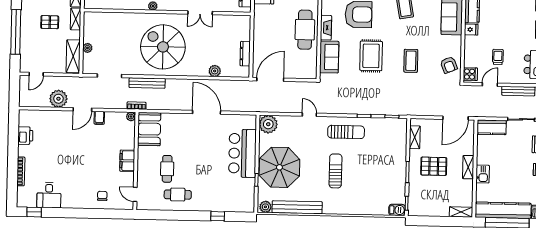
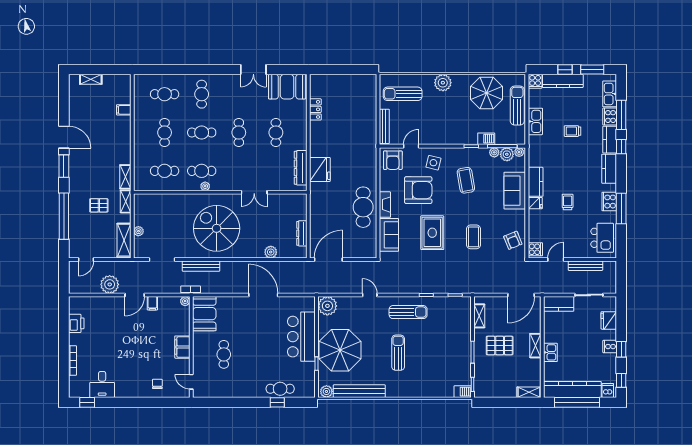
trolley: (498, 57) -> (568, 202), moved
cafe table: (178, 195) -> (280, 389), moved

